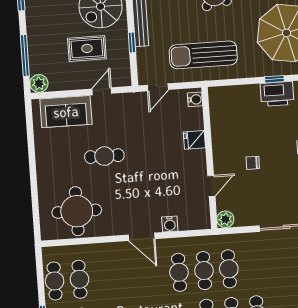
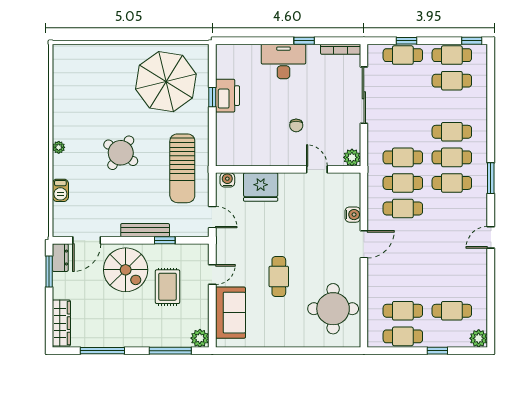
door: (102, 91) -> (212, 275), swing flipped
fridge: (194, 140) -> (261, 187), width x1.88, depth x1.34

